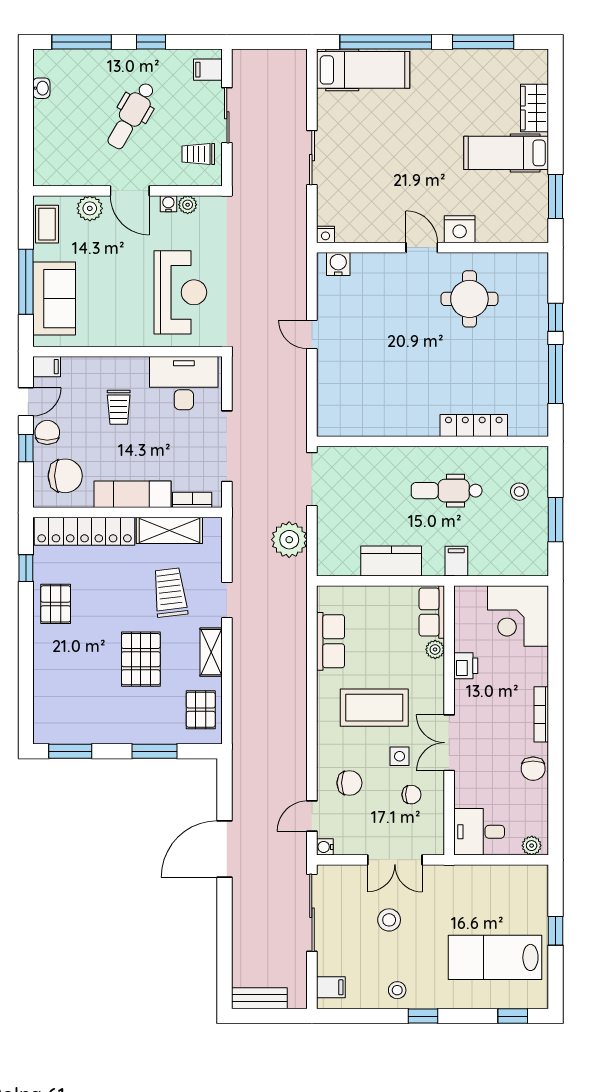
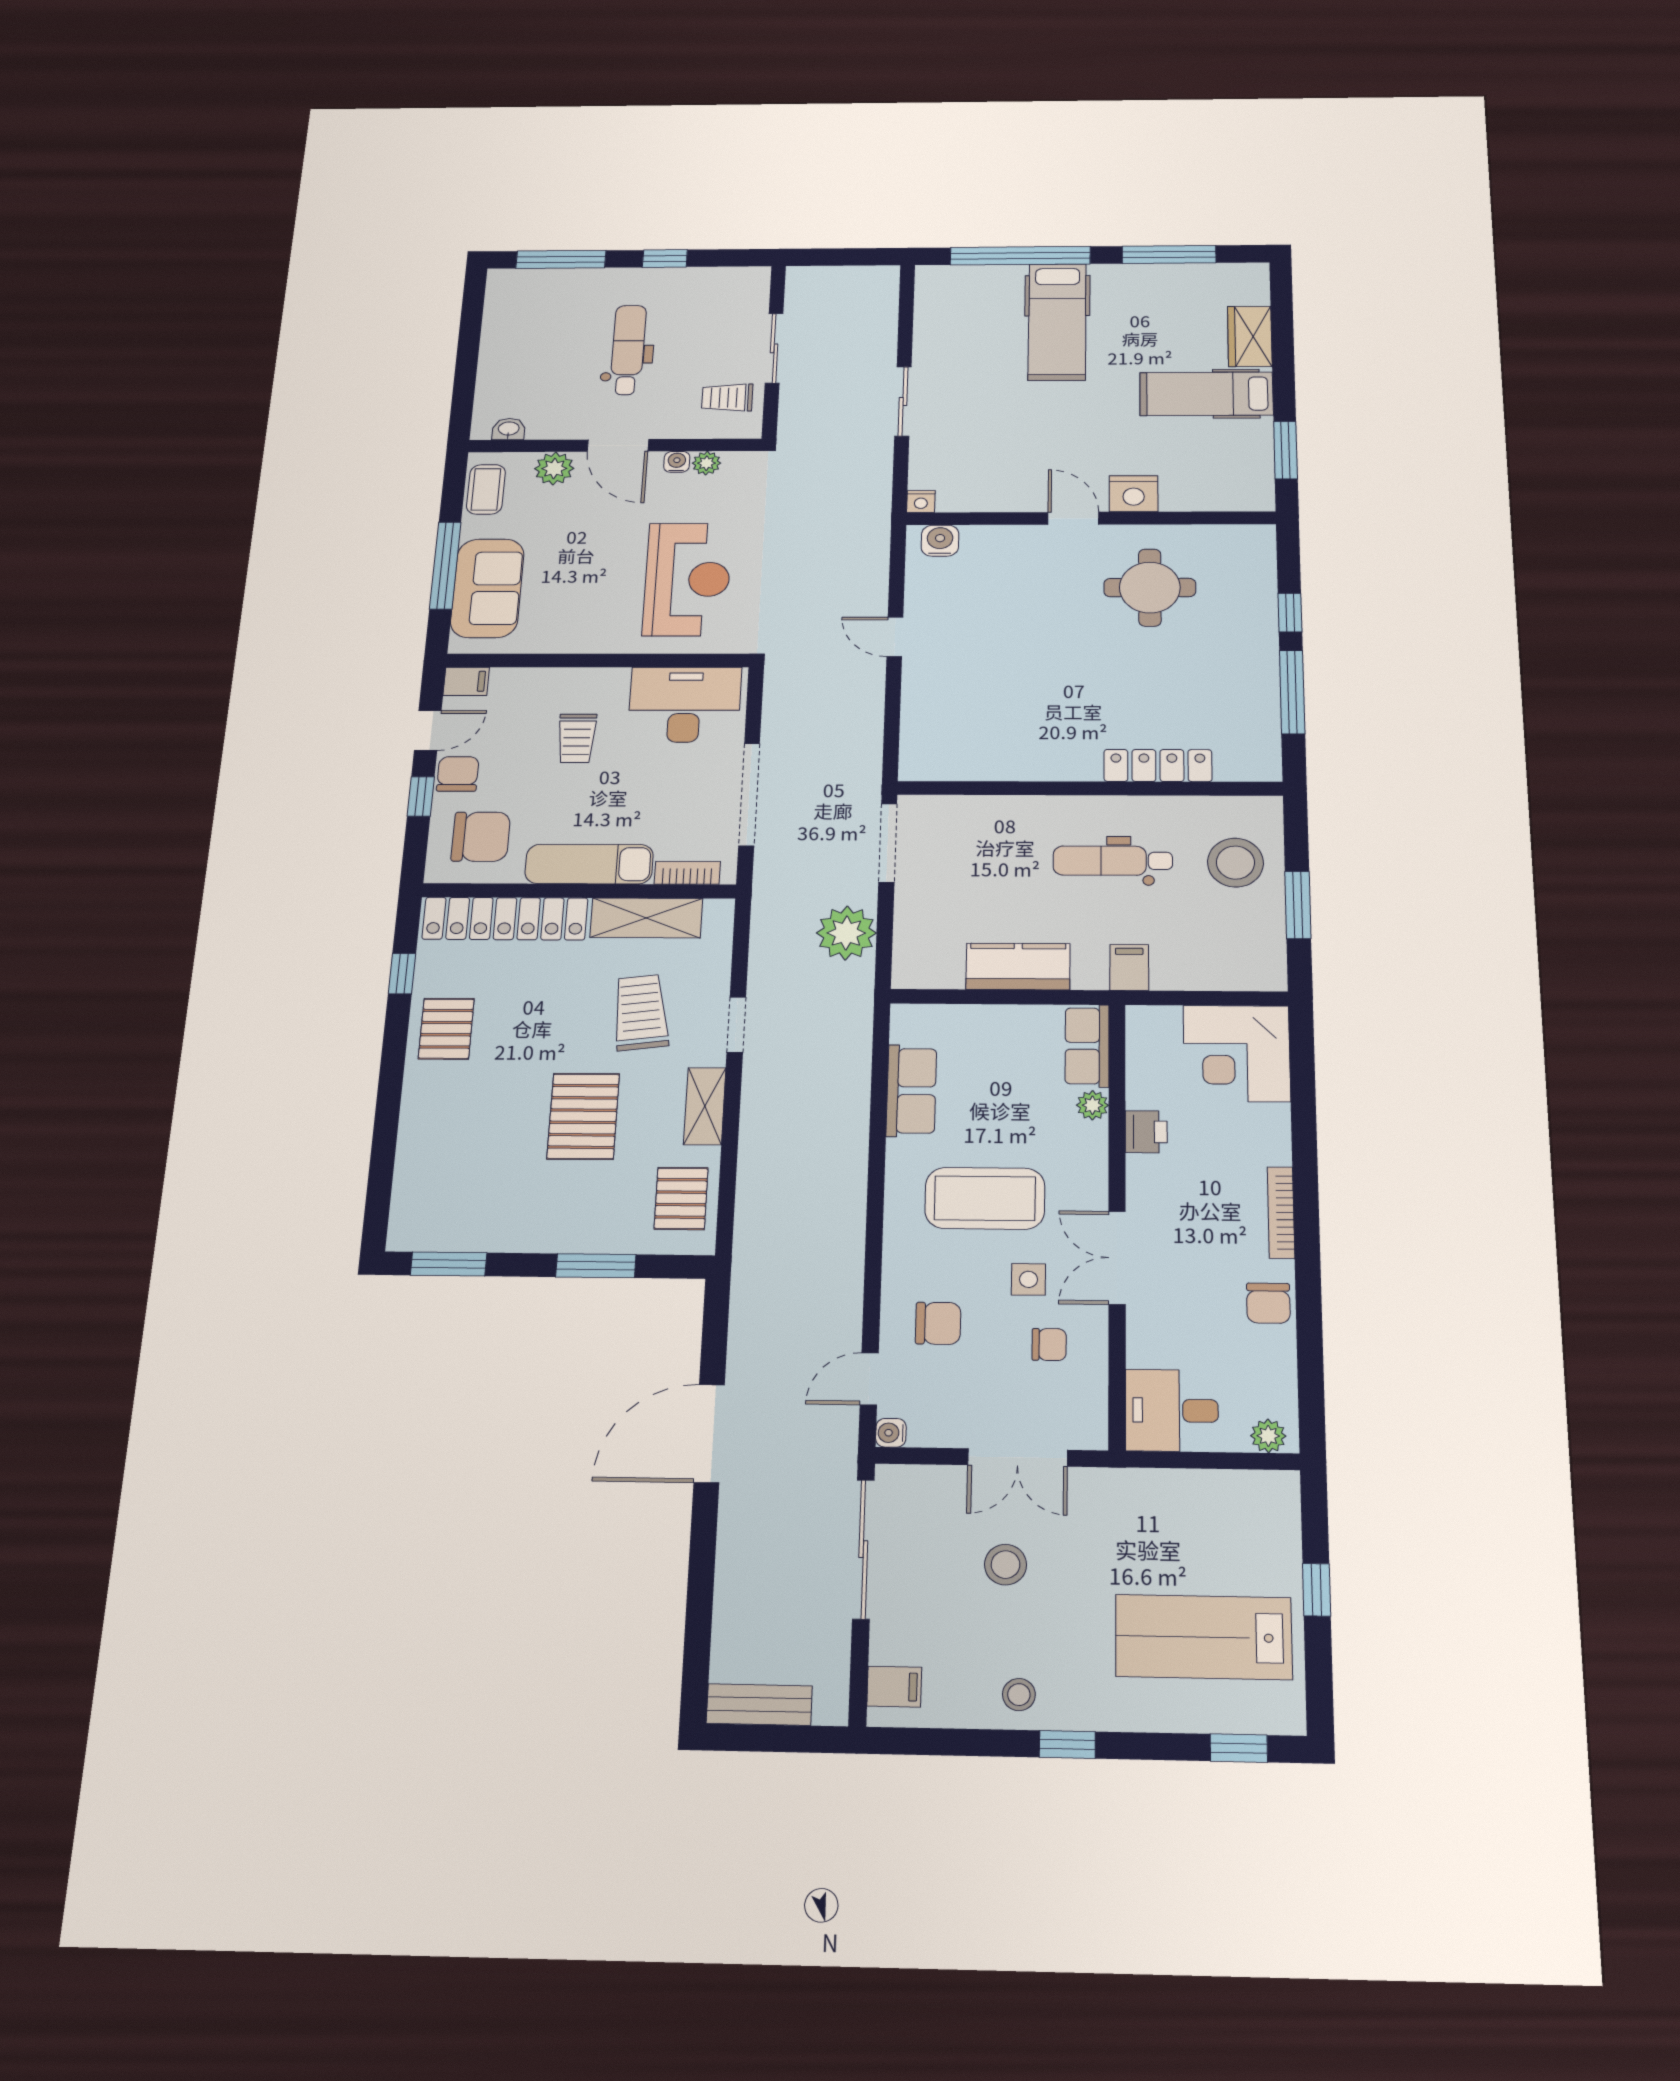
filing cabinet: (208, 70) -> (748, 292), removed
hospital bed: (363, 70) -> (1057, 322), moved, turned 90
washbasin: (41, 88) -> (509, 429), moved, turned -90
dental chair: (131, 116) -> (628, 350), turned 150
stool: (519, 492) -> (1235, 863), width x1.89, depth x1.89

